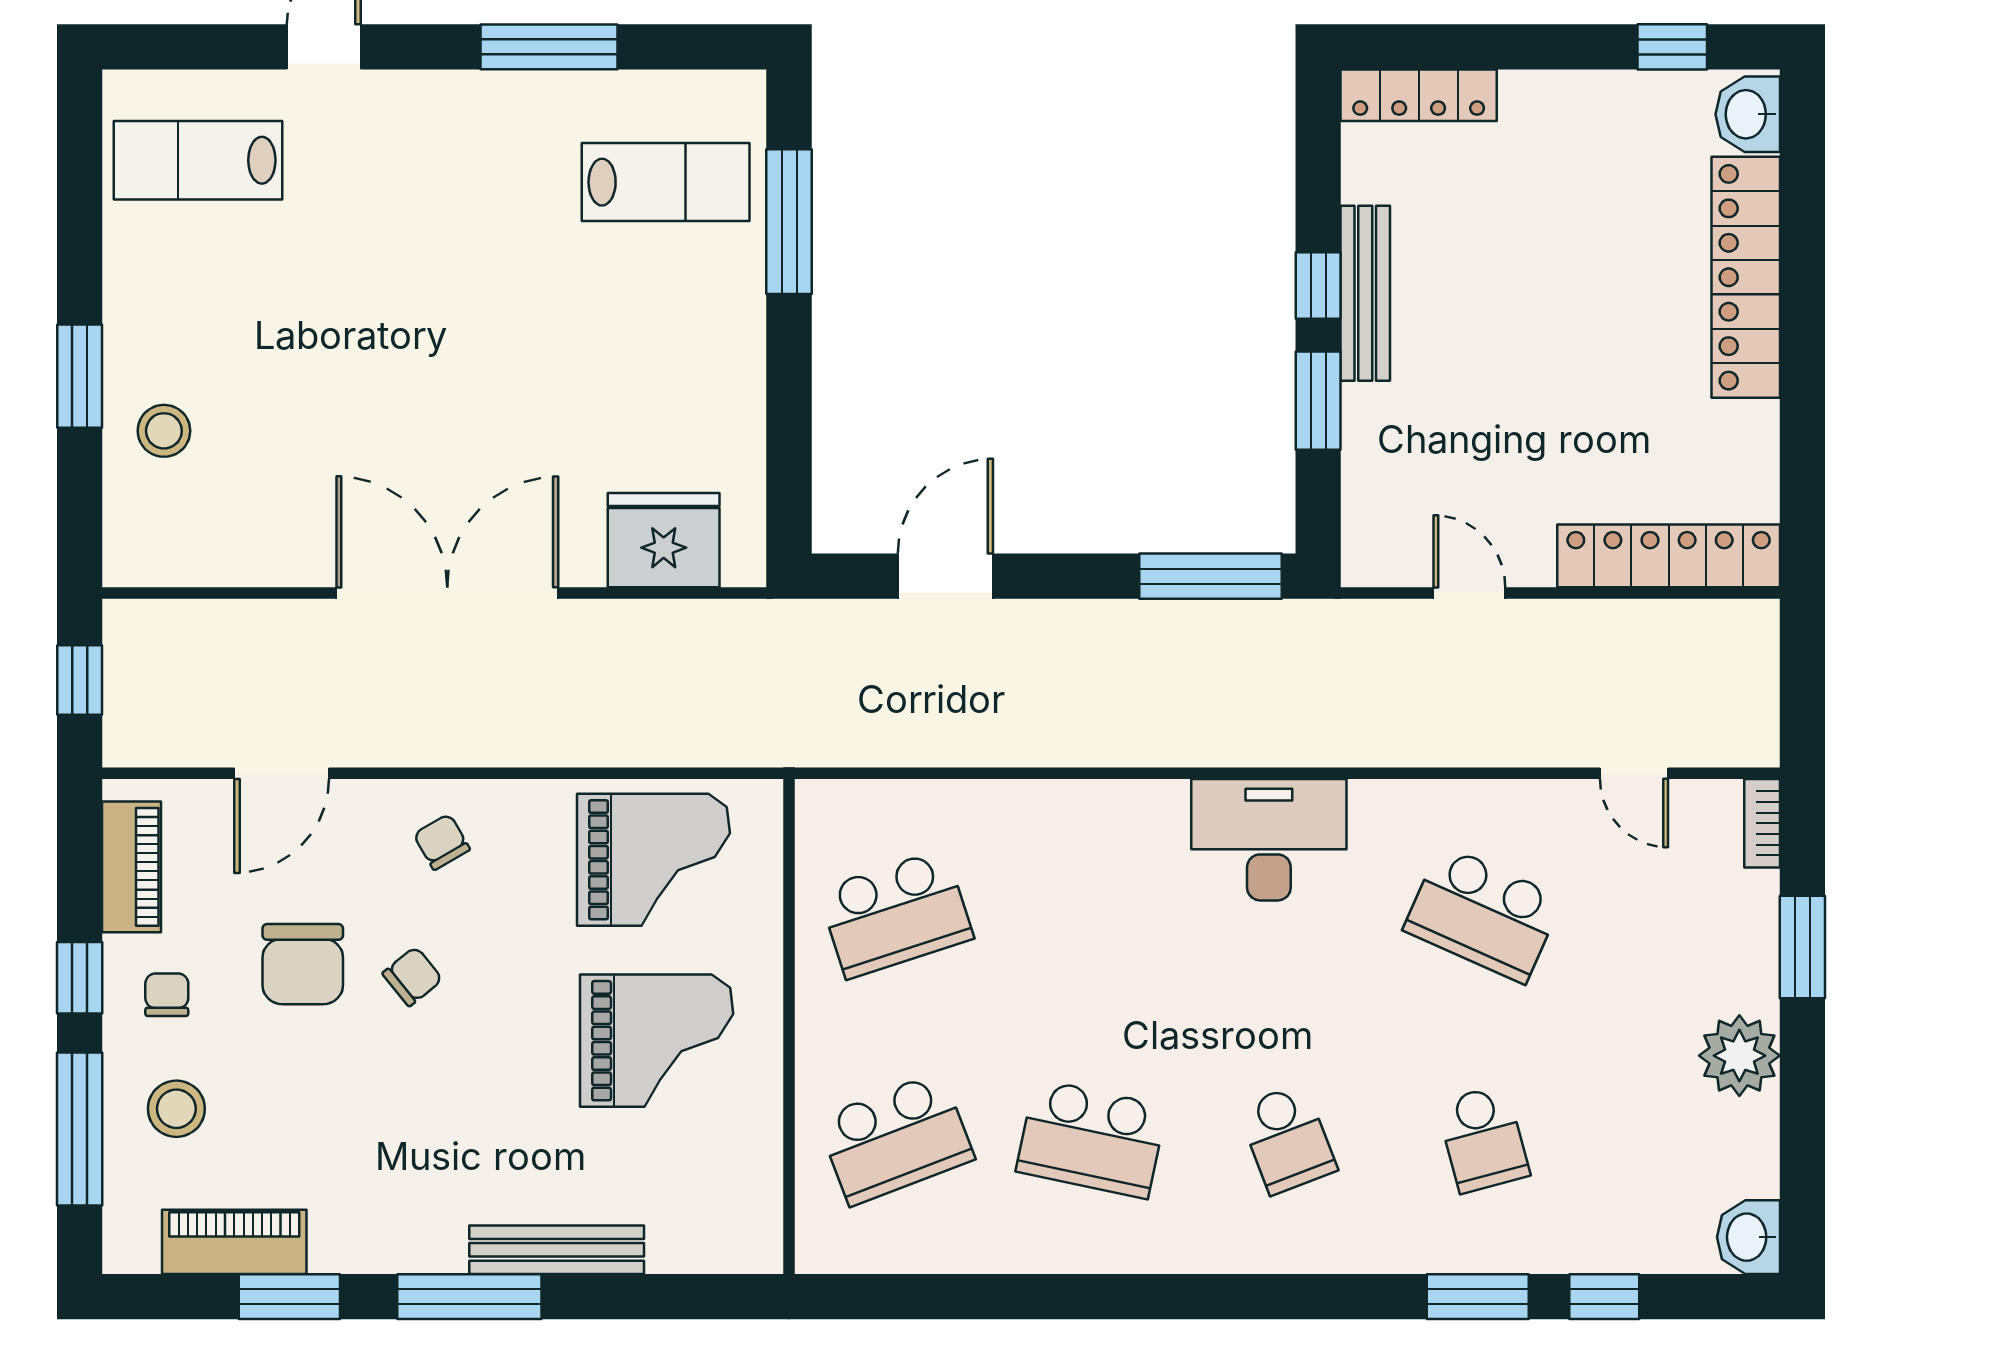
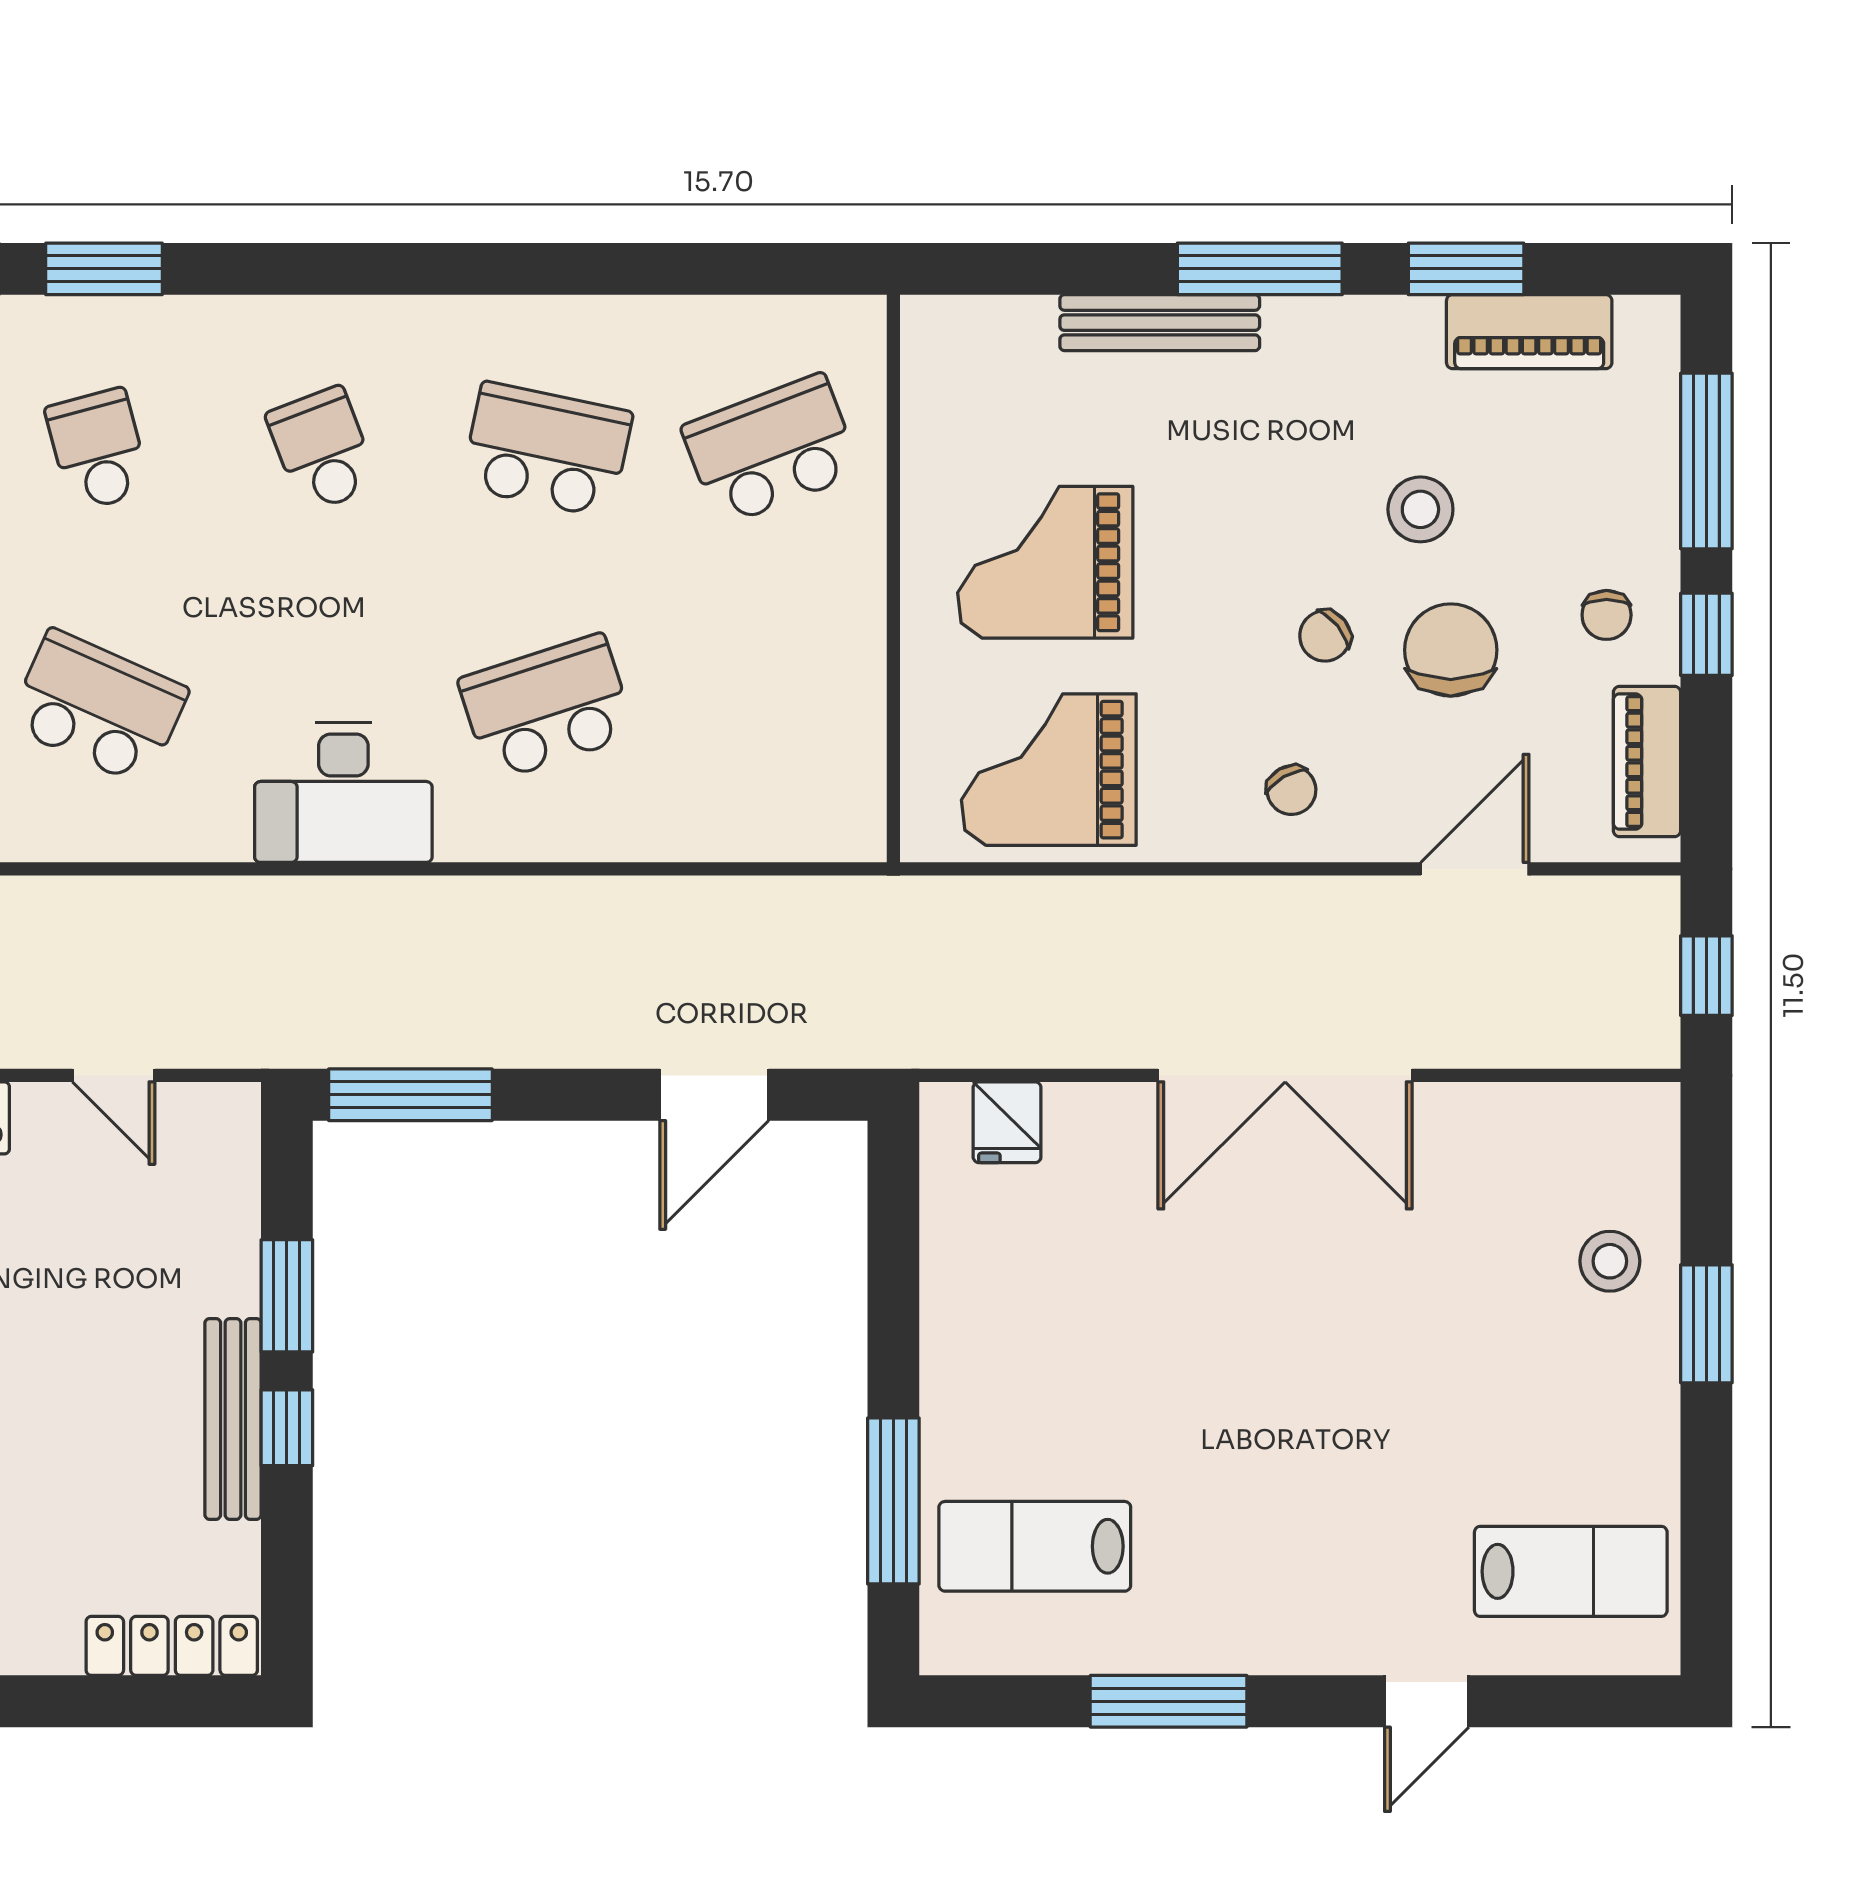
fridge: (664, 540) -> (1007, 1122), width x0.53, depth x0.75
school desk: (896, 914) -> (547, 707), moved
stool: (176, 1109) -> (1420, 509), moved

